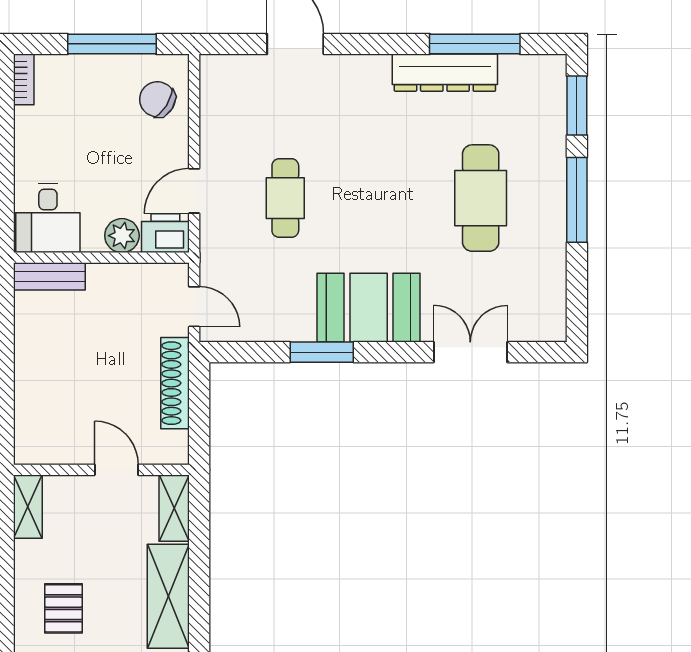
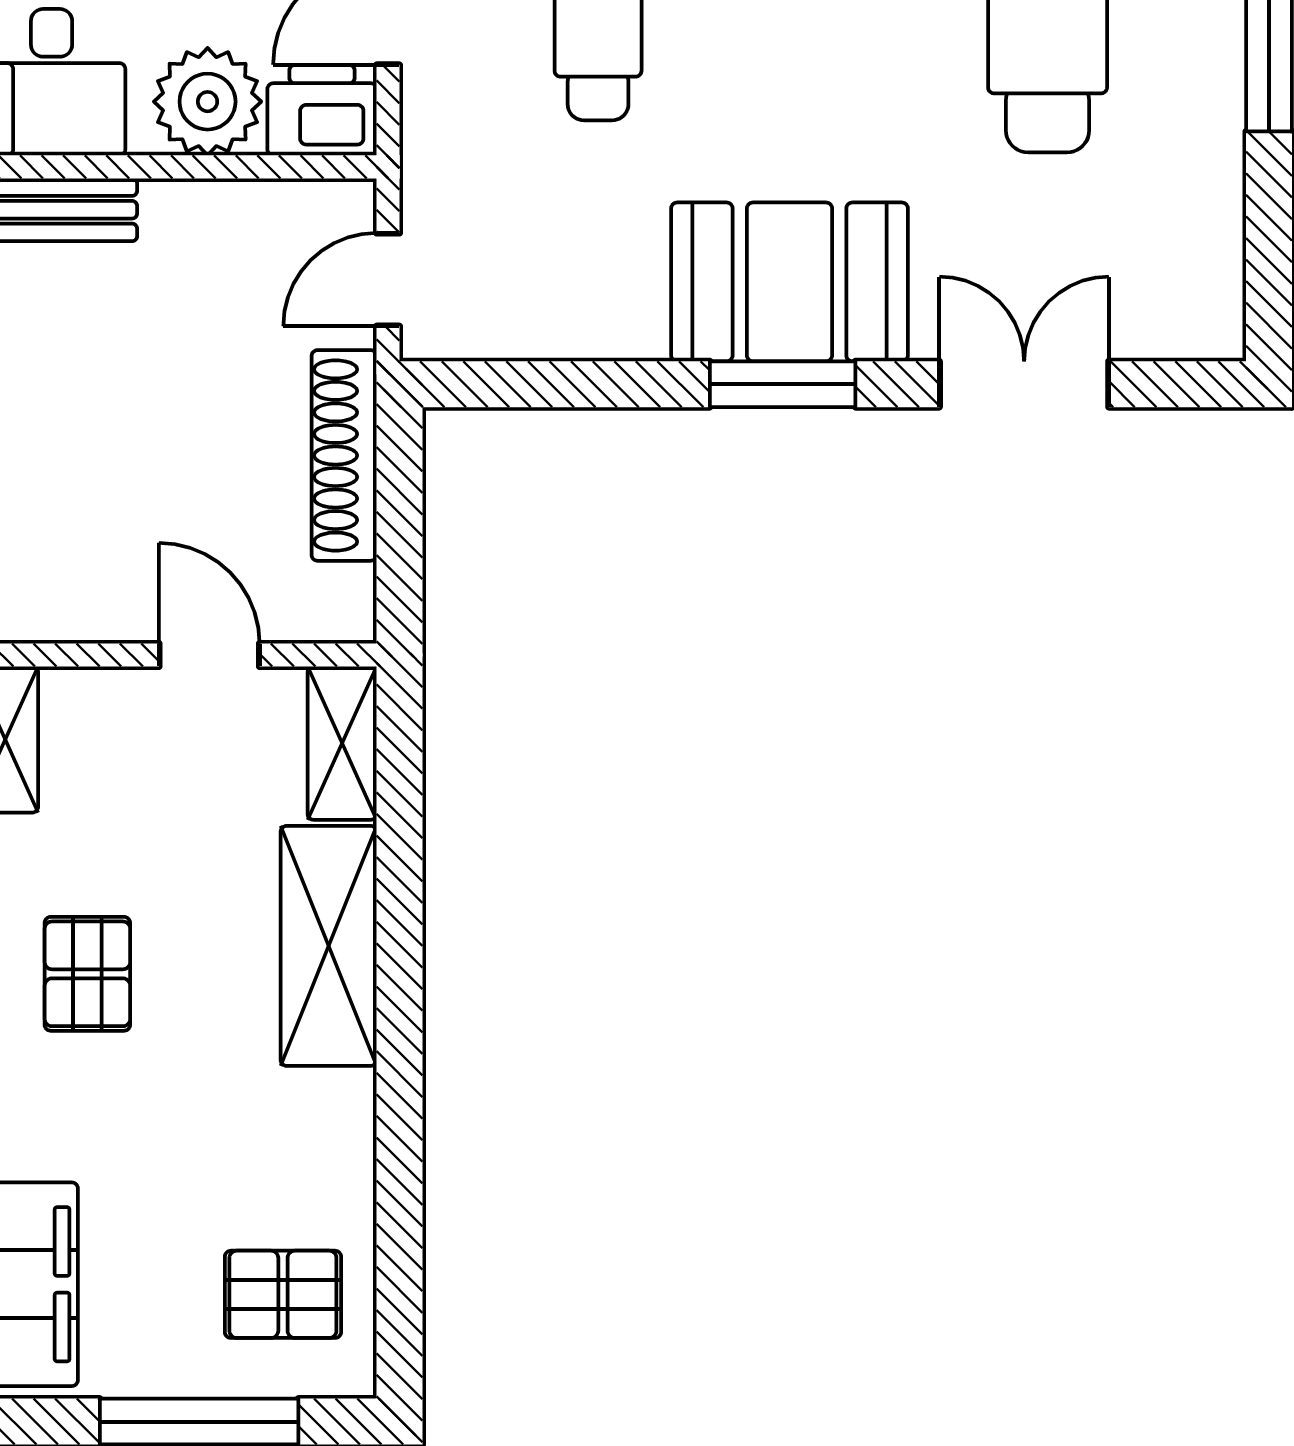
plant: (122, 236) -> (208, 102), width x1.36, depth x1.36
door: (194, 307) -> (388, 280), swing flipped
window: (322, 352) -> (783, 384), moved

